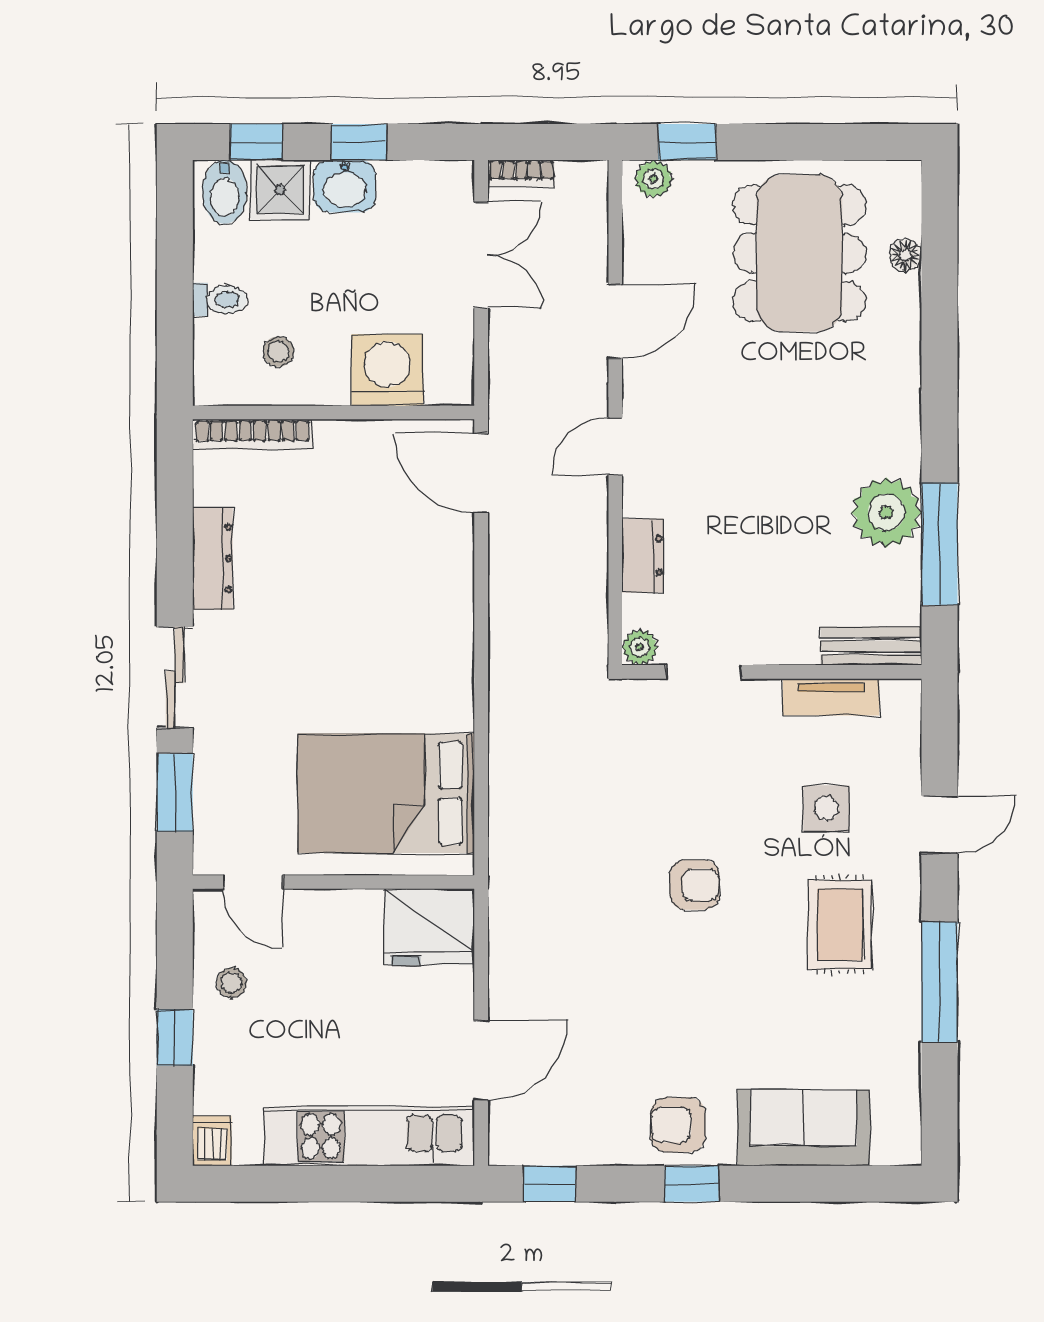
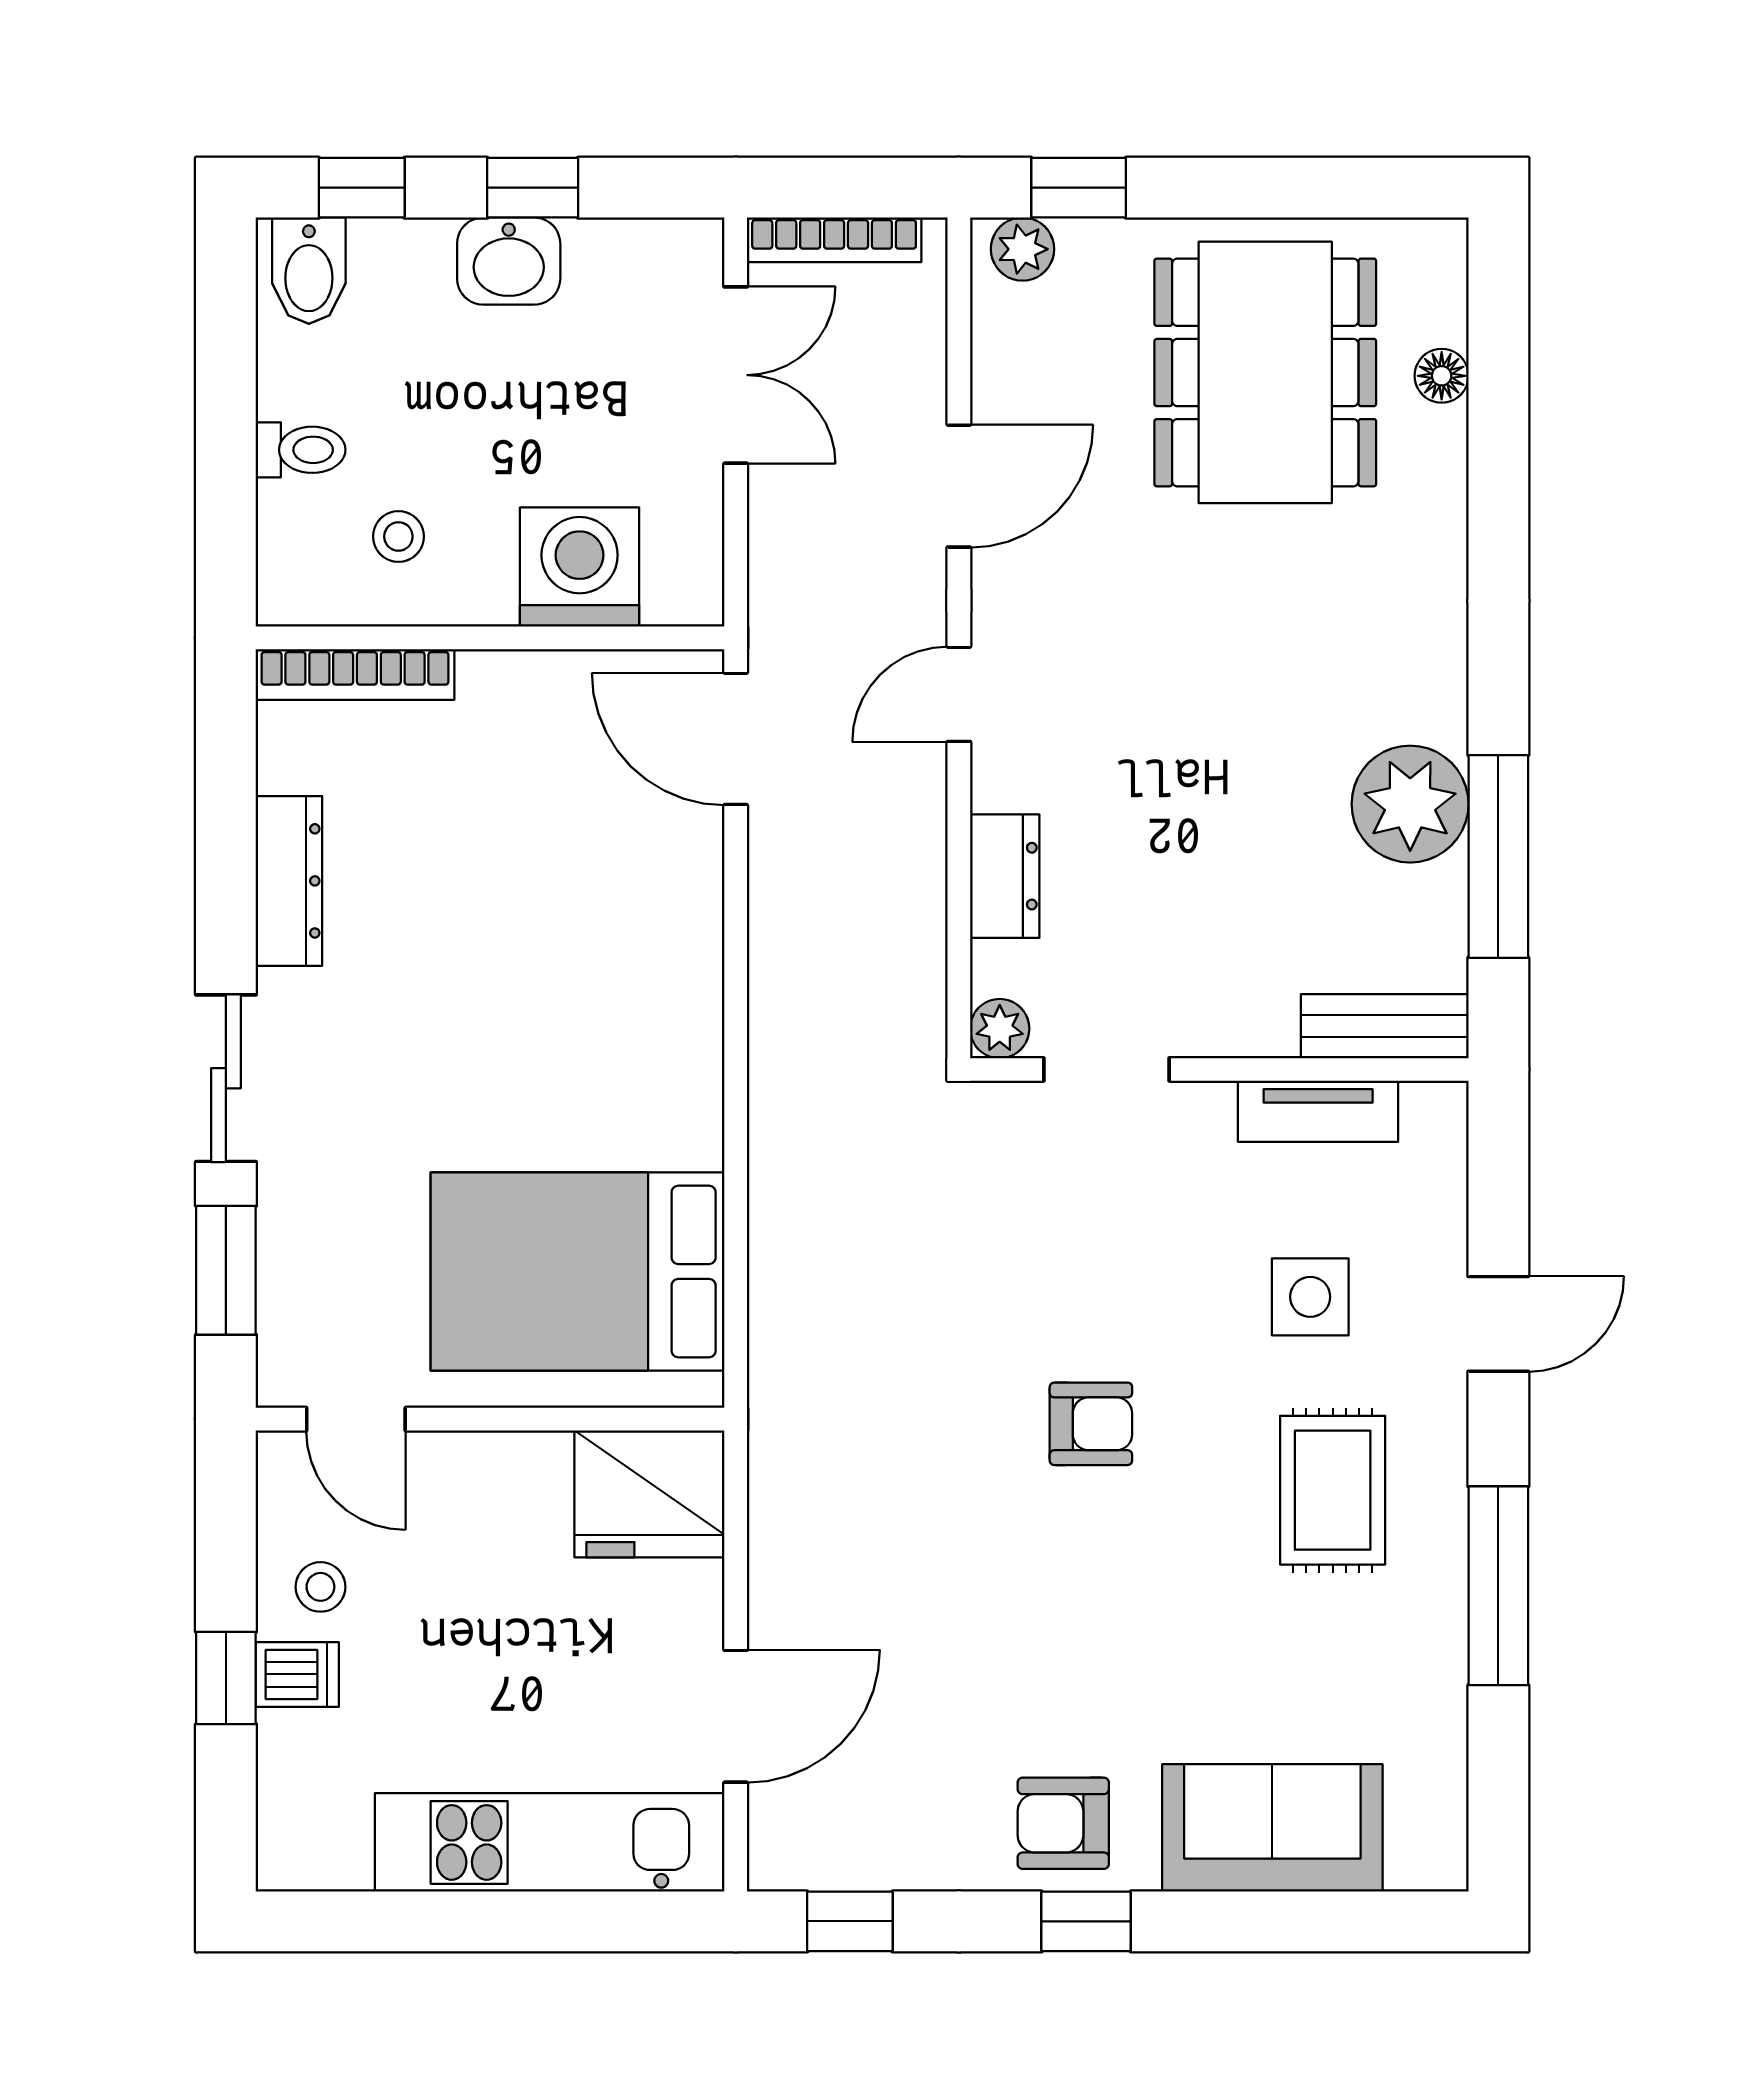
bookcase: (521, 173) -> (834, 240), width x1.56
shower: (280, 190) -> (401, 267), removed
dishwasher: (212, 1141) -> (297, 1674), moved, turned 90

